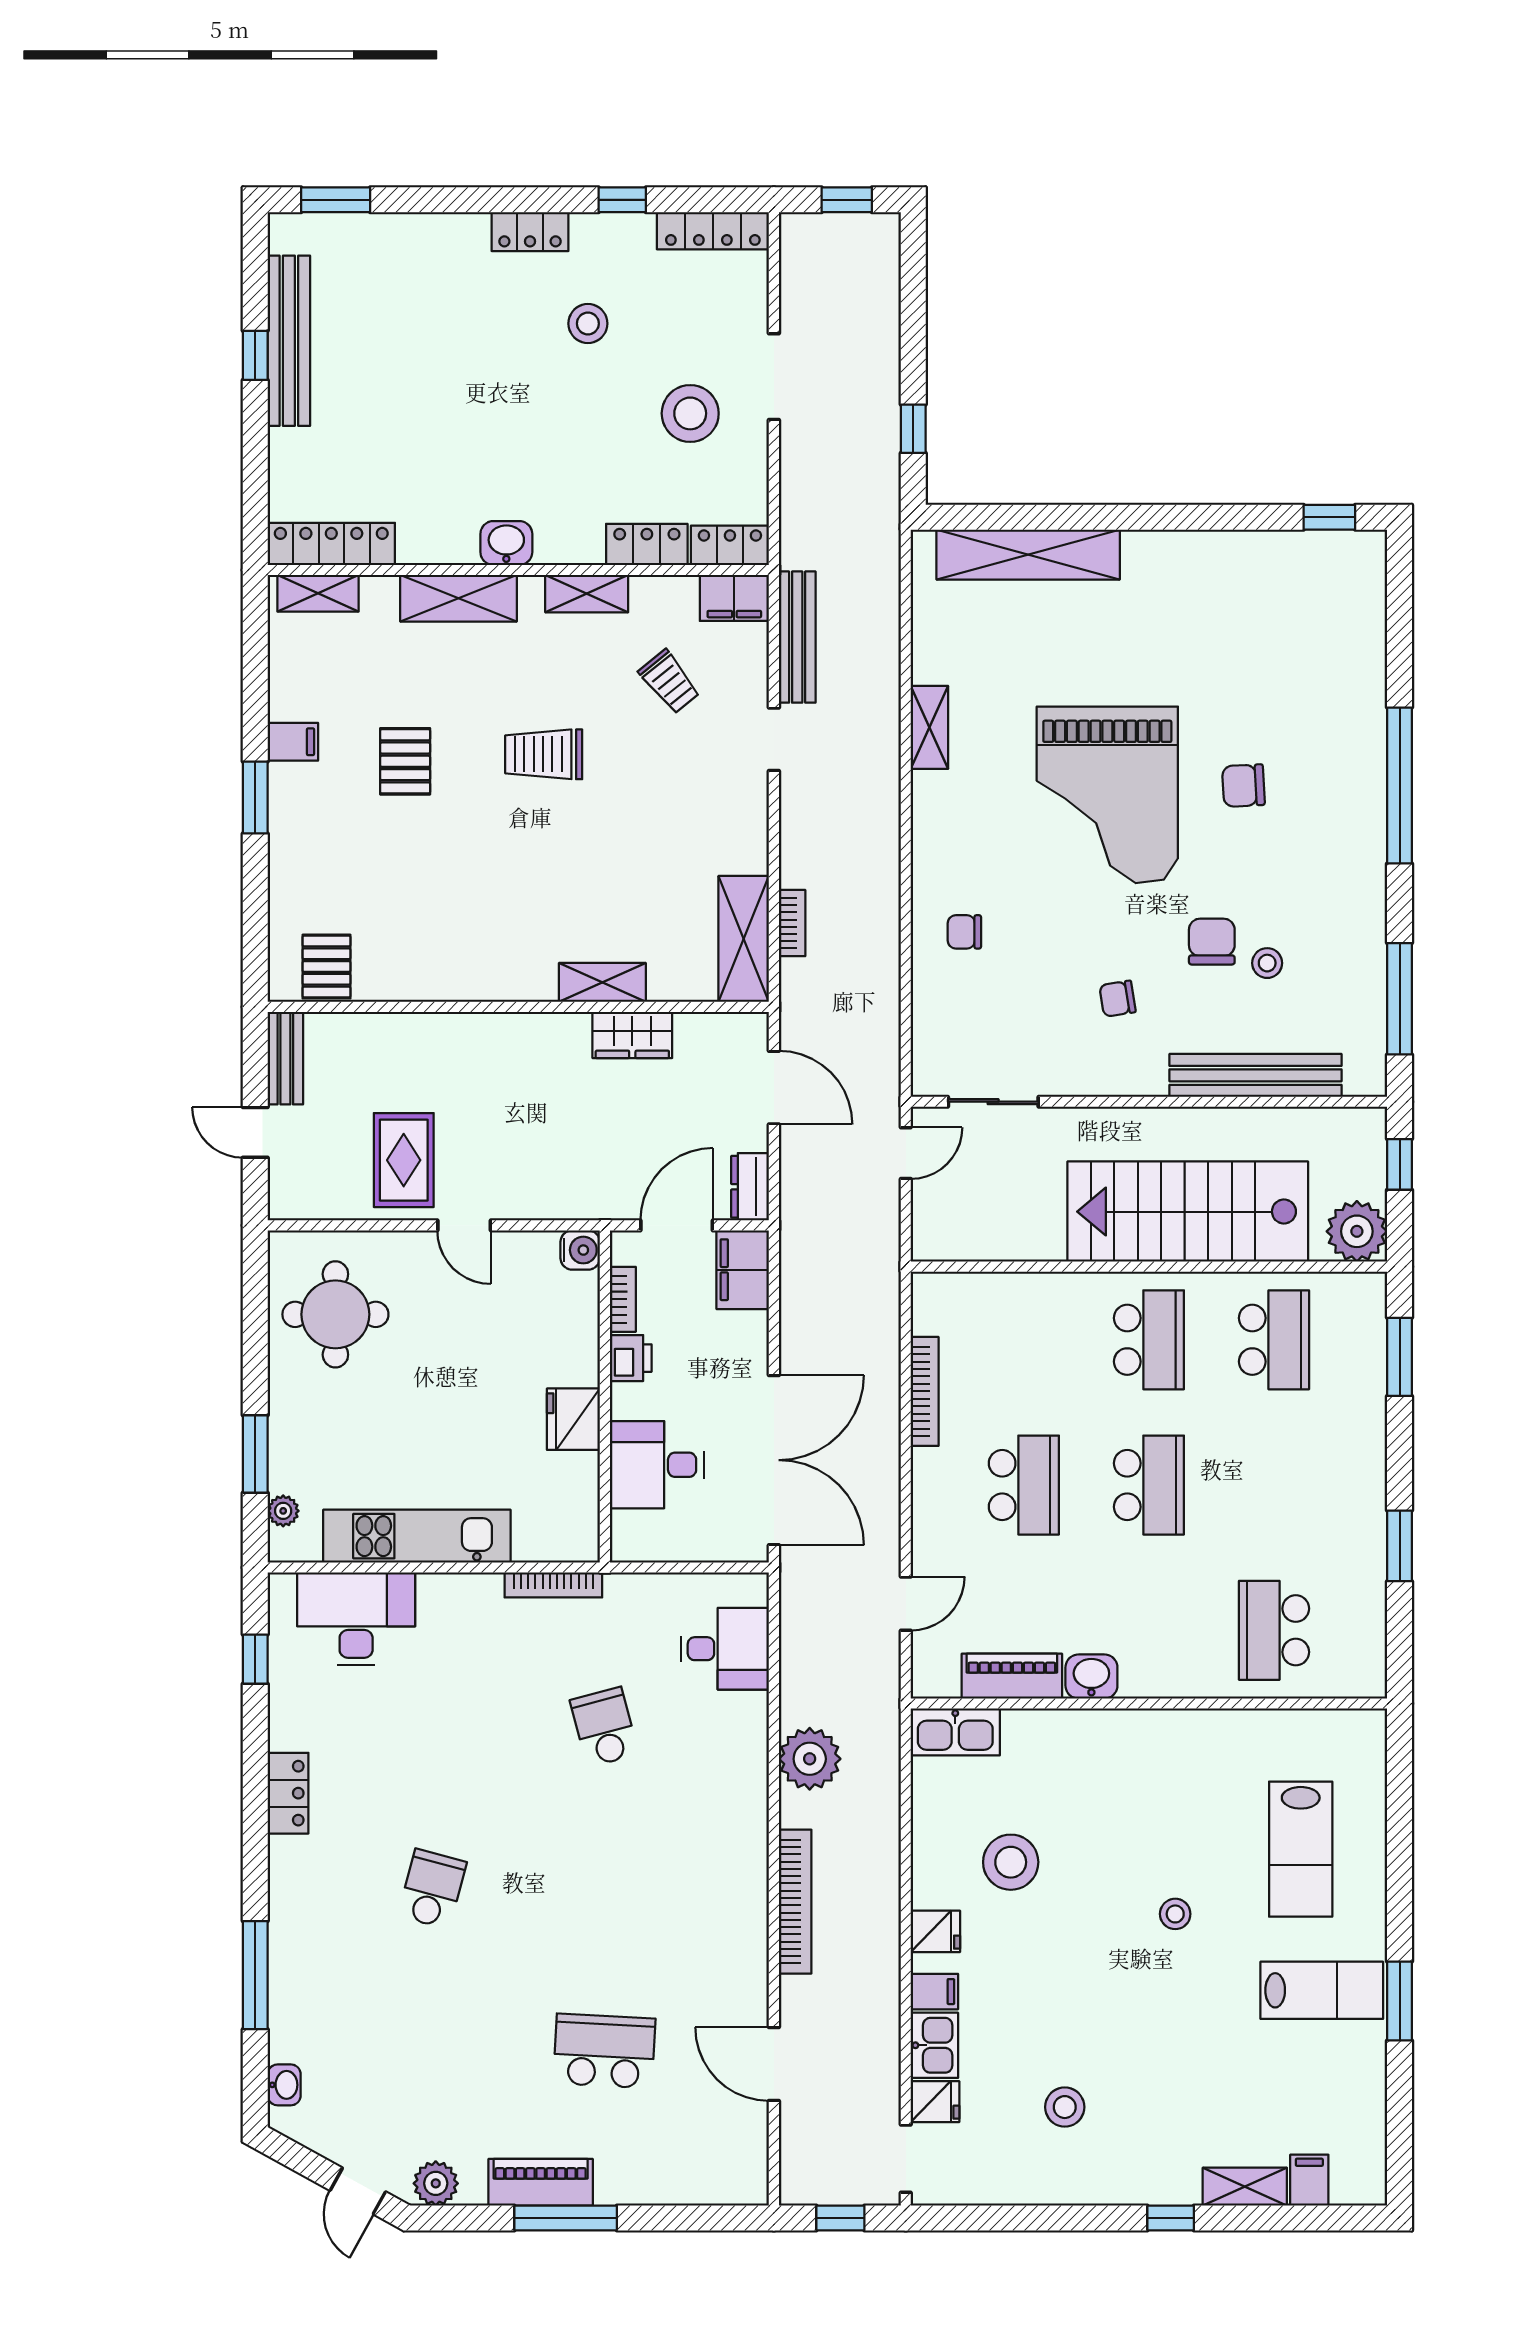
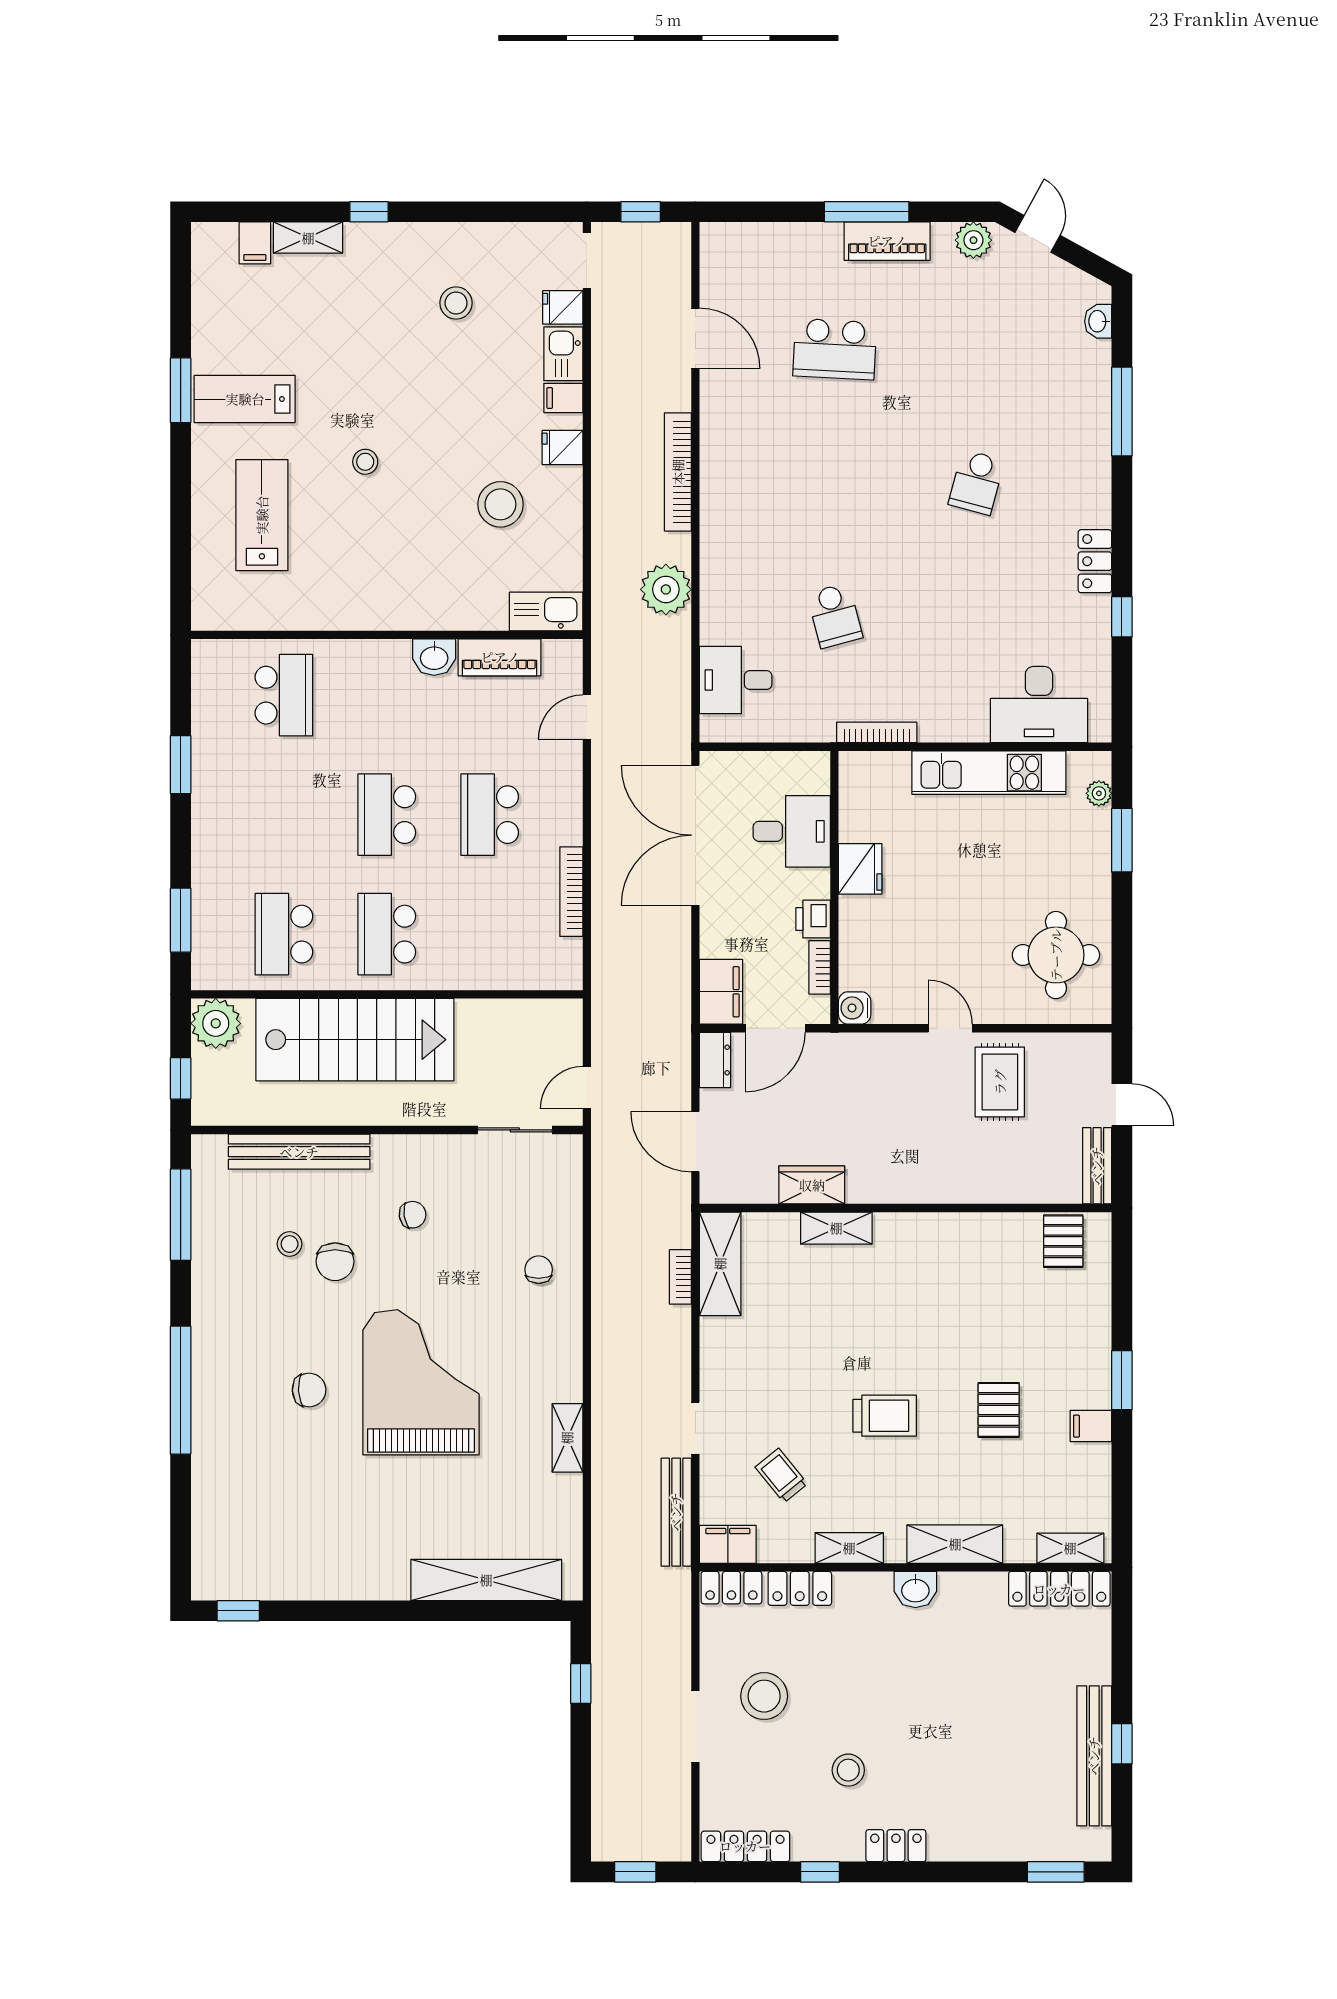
chair: (964, 932) -> (539, 1270), turned -90
window: (255, 1659) -> (1122, 617), moved

